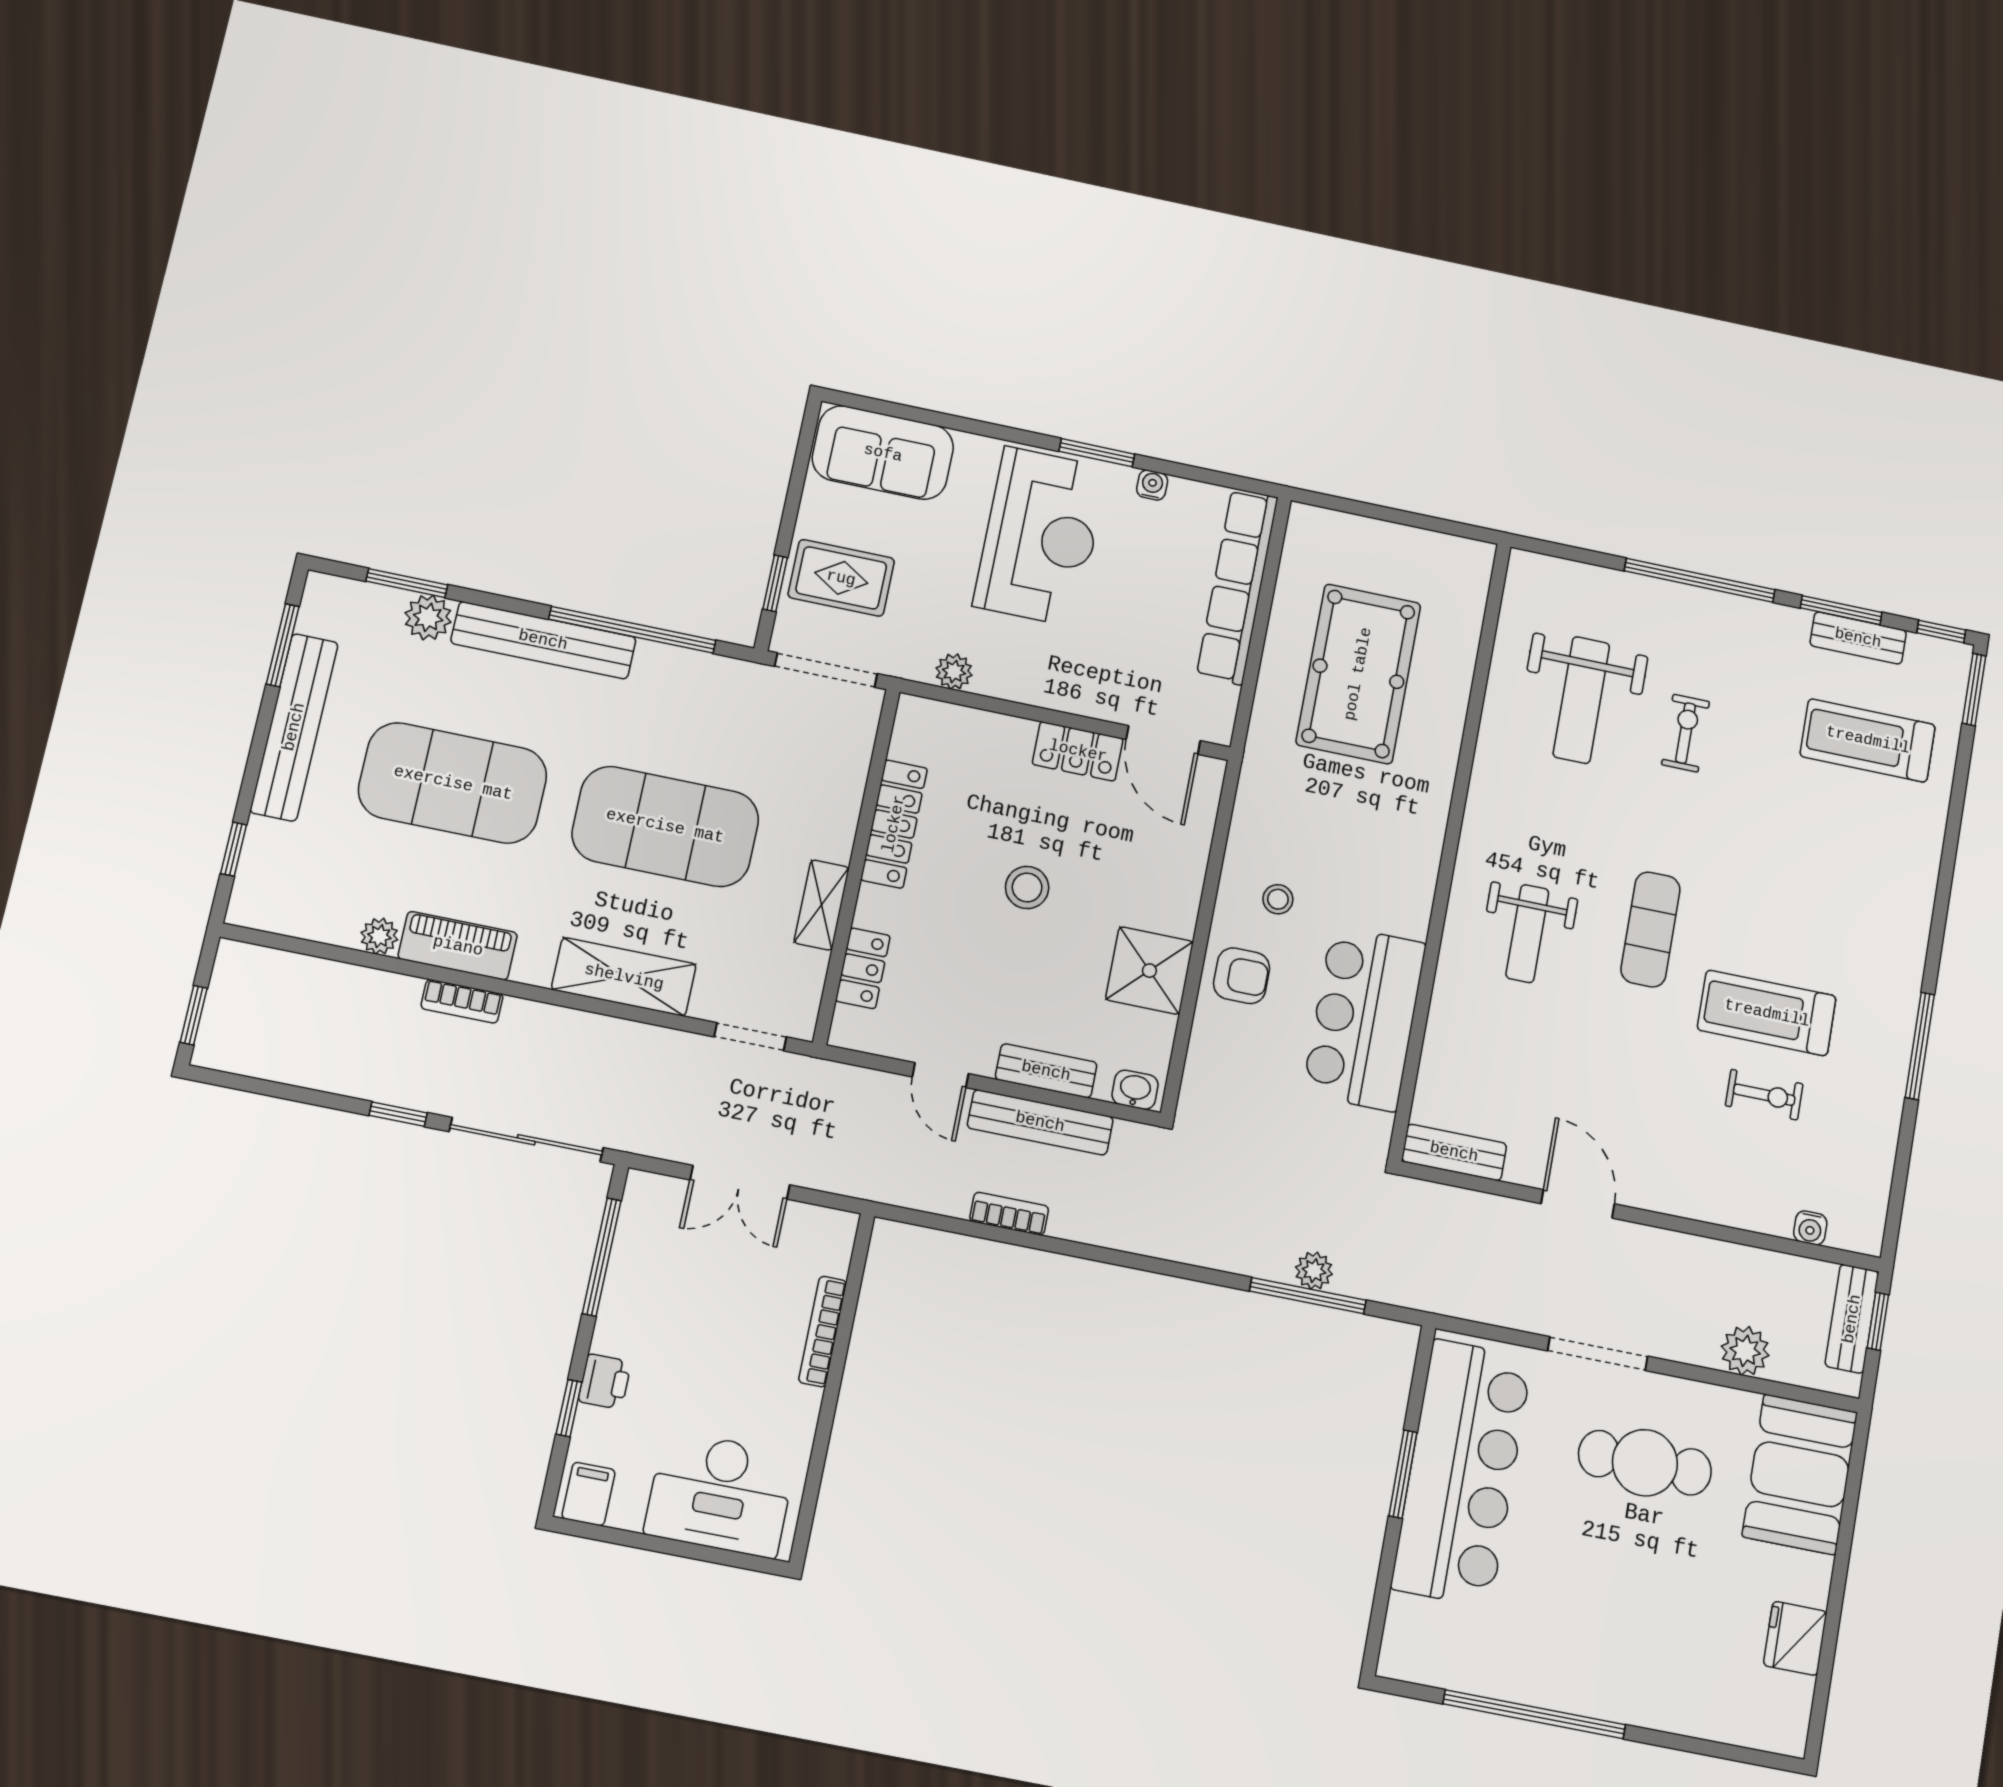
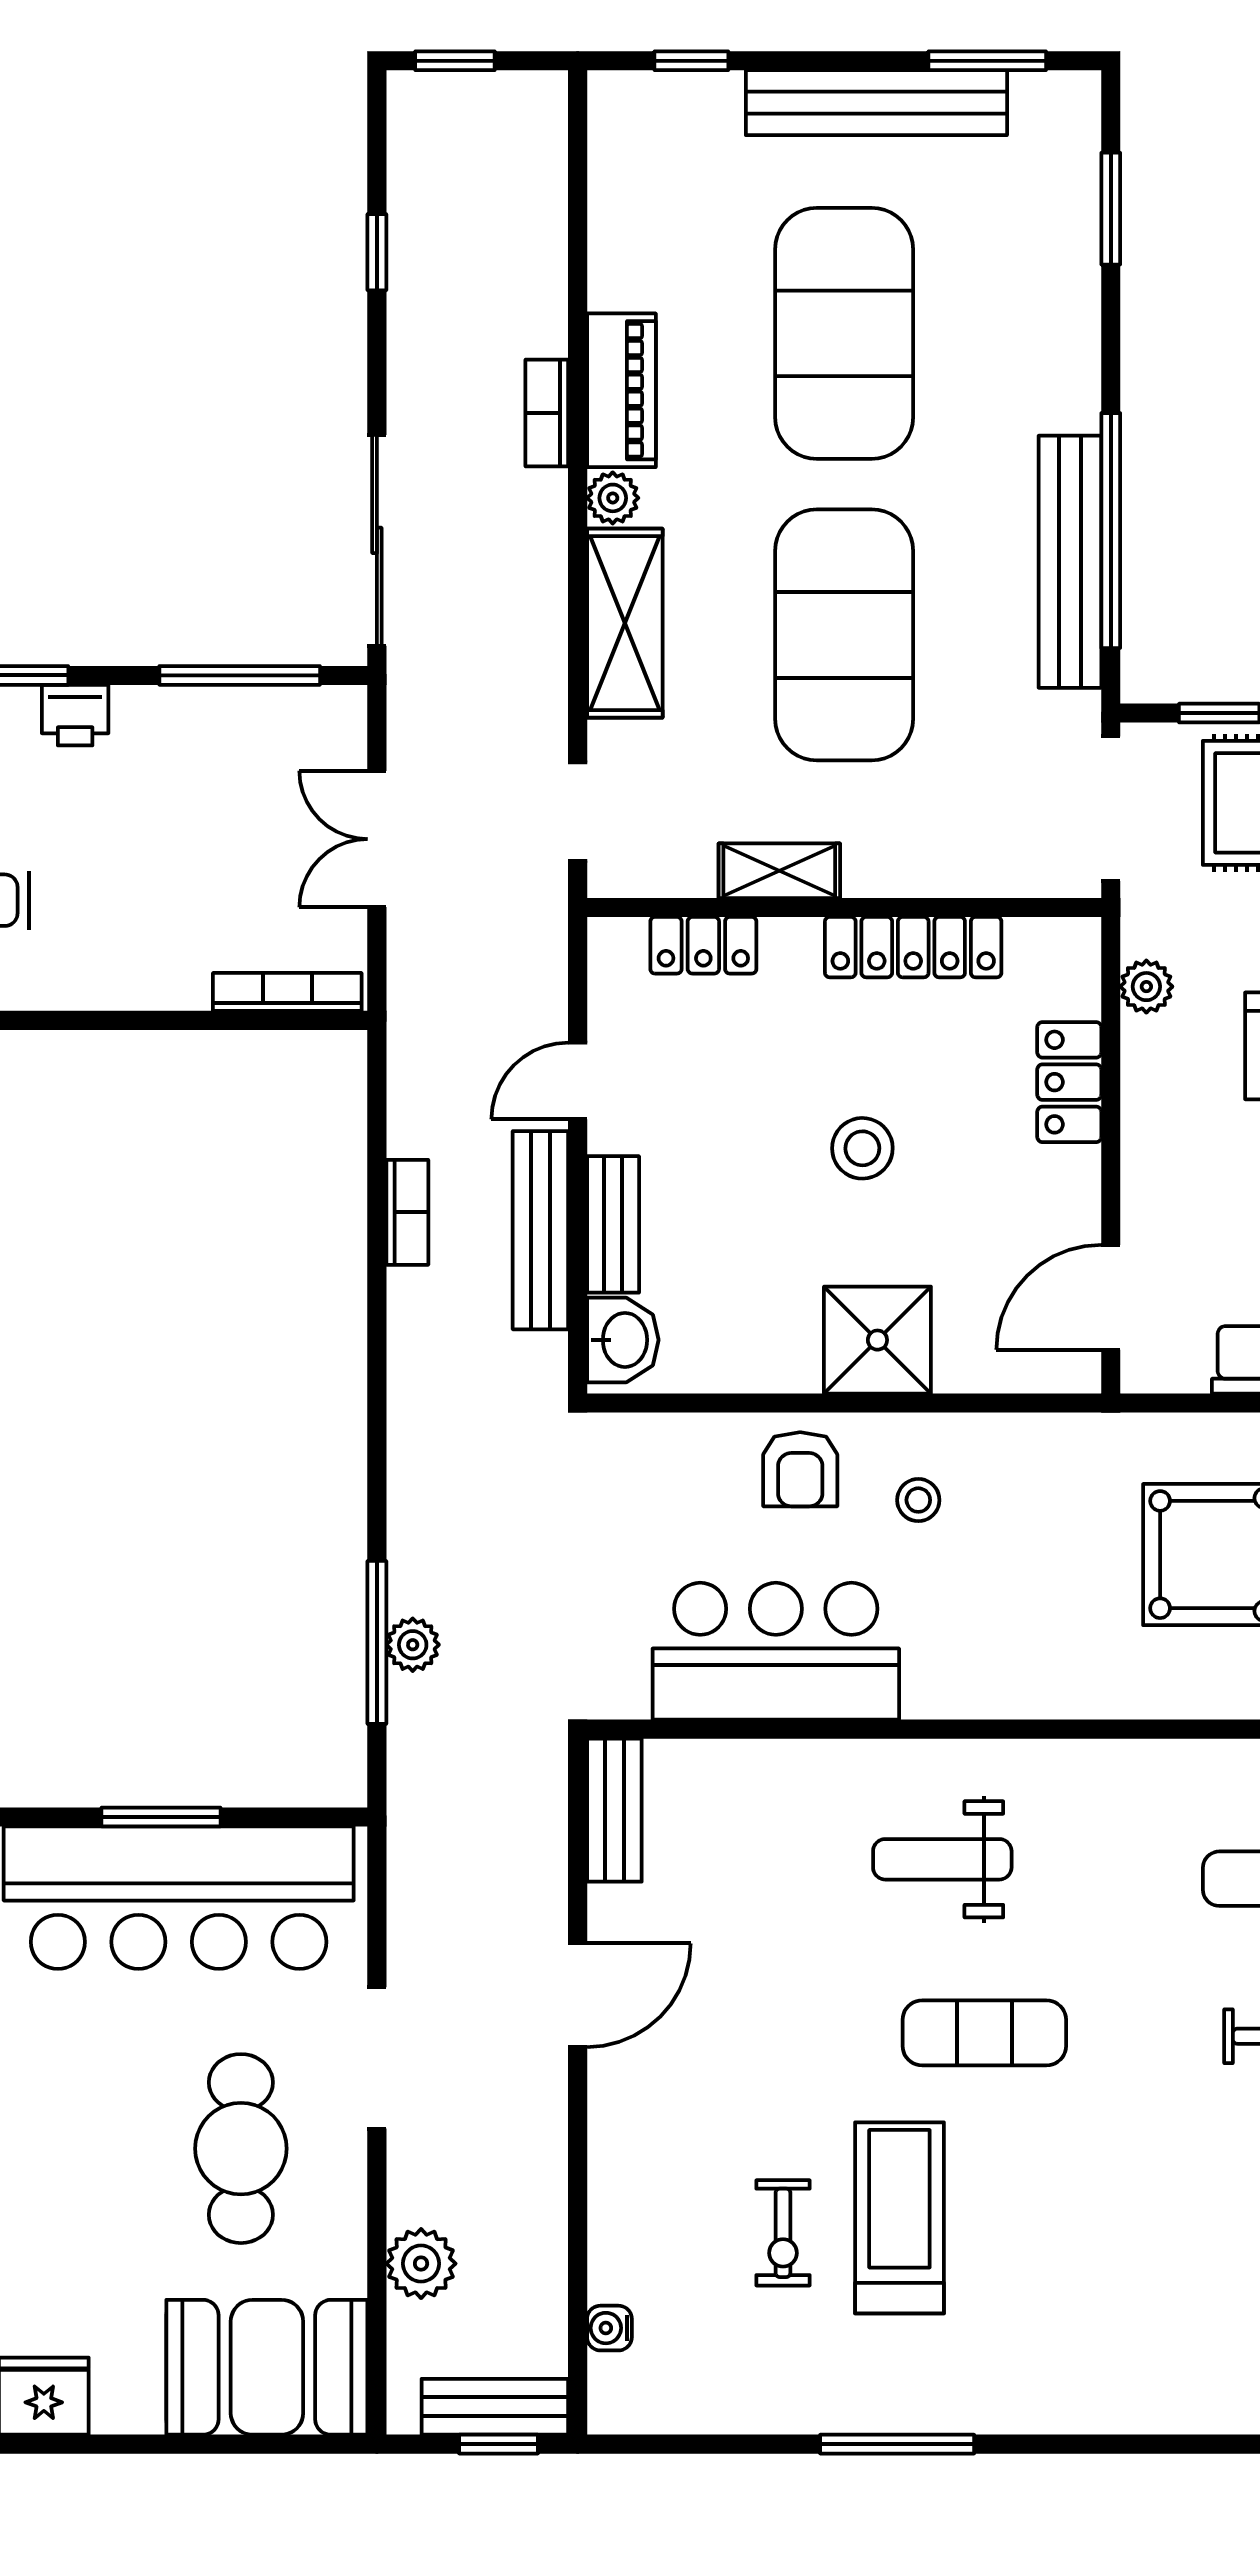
plant: (428, 617) -> (1068, 248), removed
bench: (543, 640) -> (1070, 562), moved
locker: (1078, 751) -> (1069, 1082), moved
plant: (379, 936) -> (613, 498), moved
shower: (1149, 971) -> (877, 1340), moved
washbasin: (1135, 1090) -> (623, 1340), width x1.38, depth x1.45
window: (398, 1114) -> (377, 252), moved
bookcase: (823, 1331) -> (287, 992), moved

